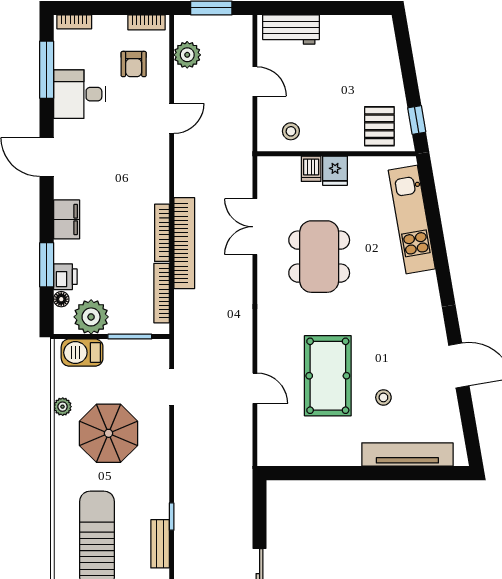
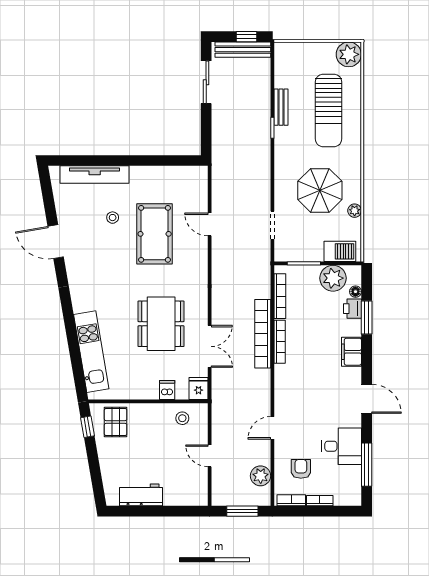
bookcase: (74, 22) -> (320, 501), moved
workbench: (291, 30) -> (141, 495), moved
fridge: (335, 171) -> (199, 388), moved

